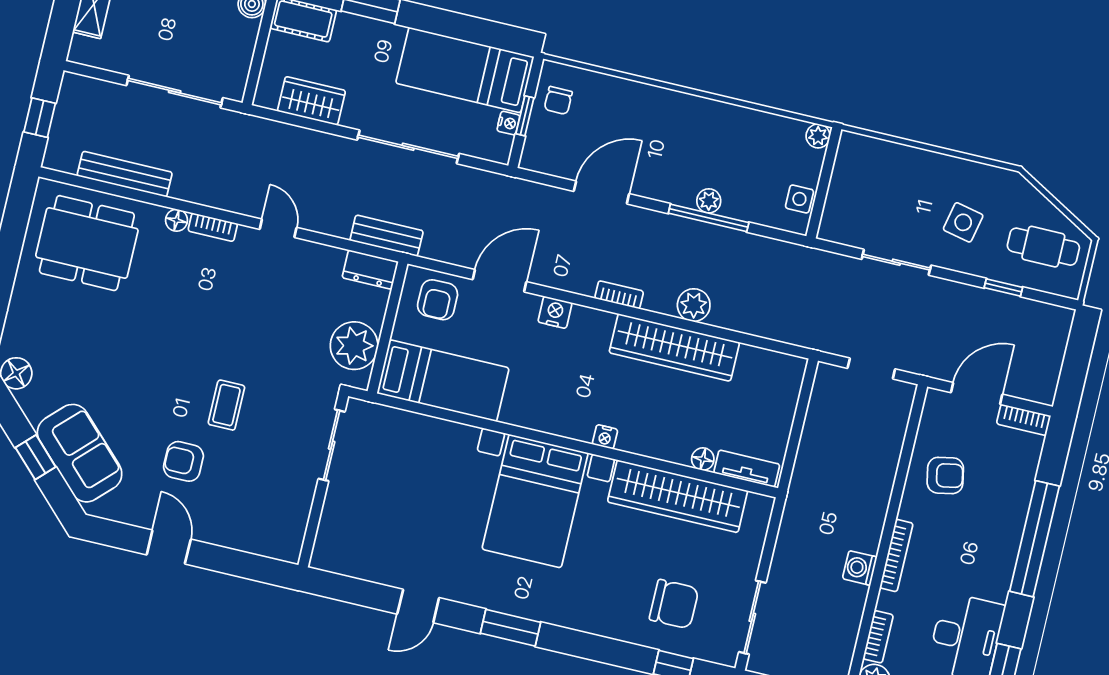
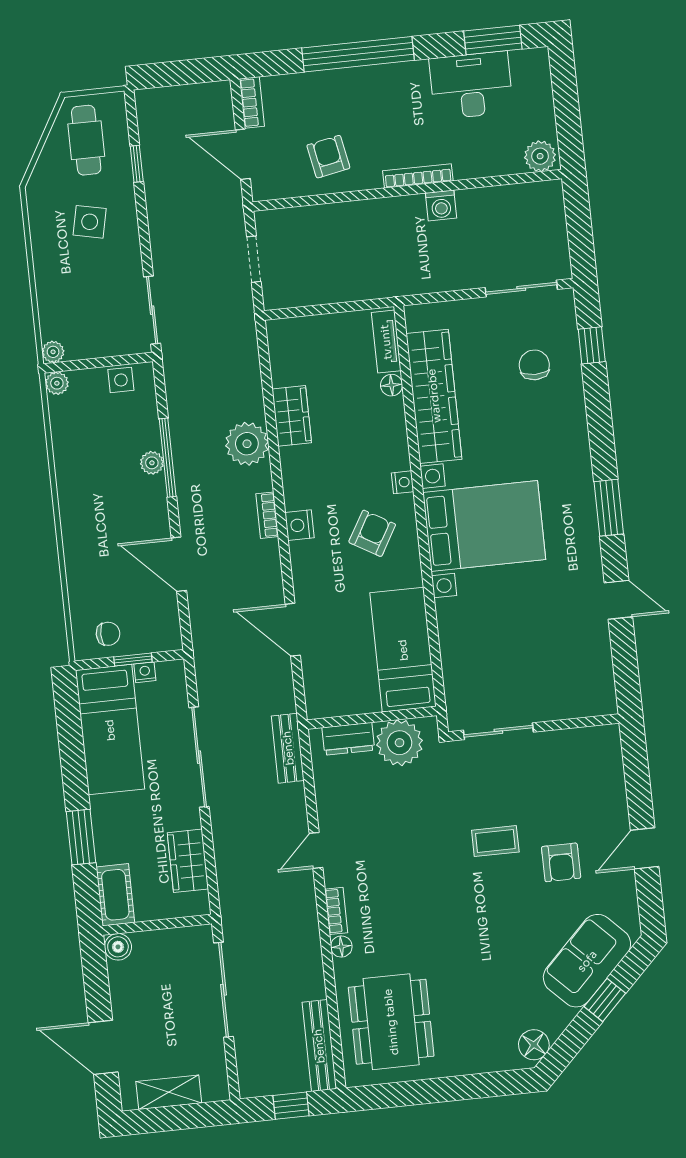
plant: (850, 143) -> (53, 352), added
bench: (125, 174) -> (319, 1046), moved
sliding door: (896, 262) -> (152, 310), moved
dresser: (370, 270) -> (348, 739), moved, turned 90
armchair: (438, 300) -> (372, 533), moved, turned -60
plant: (694, 305) -> (247, 444), width x1.36, depth x1.36
nightstand: (555, 312) -> (299, 525), moved
wardrobe: (674, 347) -> (292, 416), width x0.48, depth x0.85
chair: (674, 604) -> (534, 365), width x0.73, depth x0.73
bookcase: (878, 637) -> (499, 167), removed

